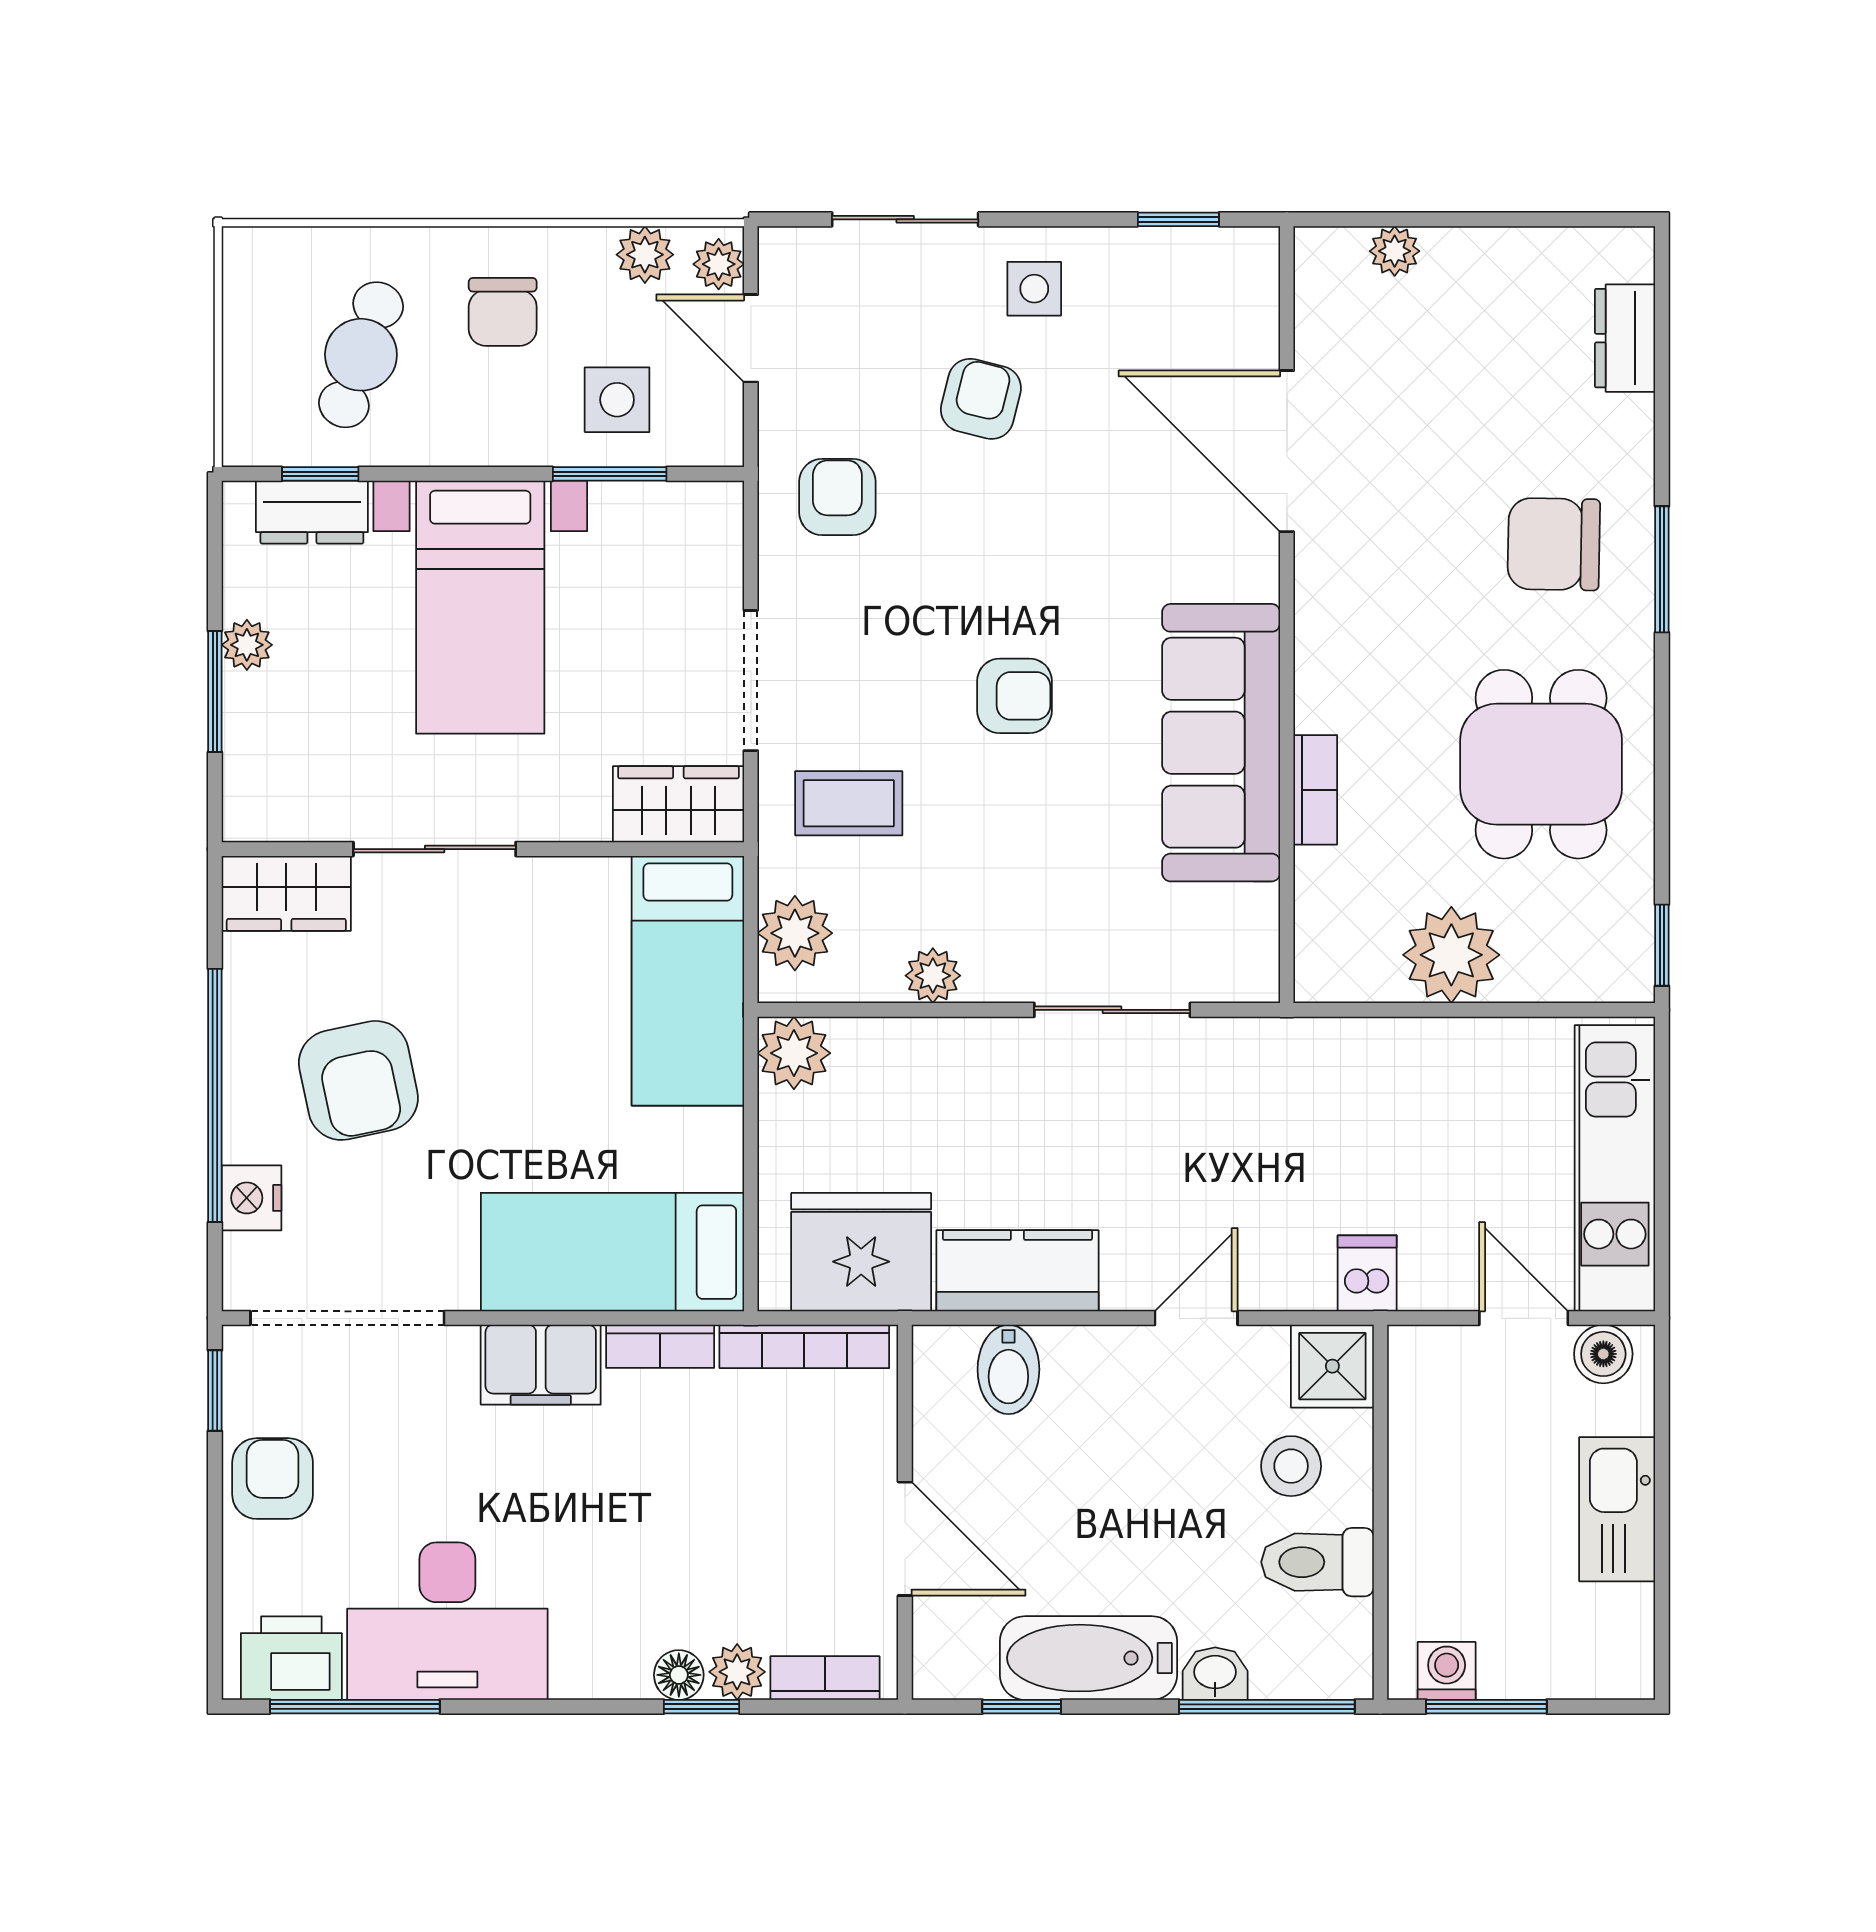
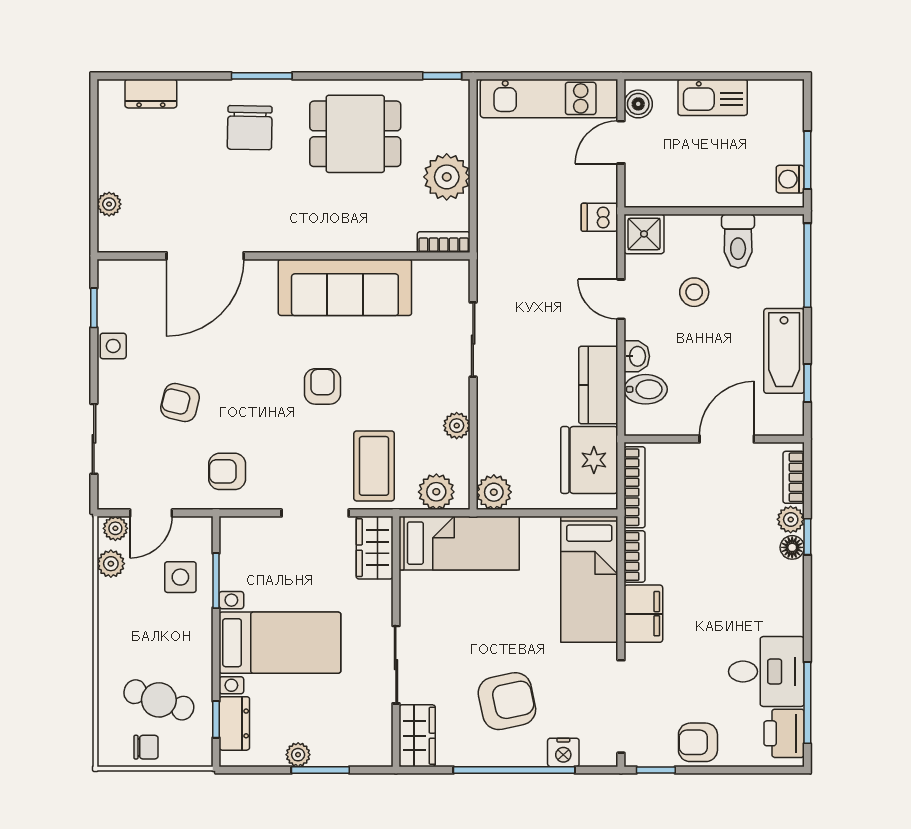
side table: (1034, 289) -> (113, 346), moved
chair: (503, 312) -> (146, 747), moved, width x0.73, depth x0.73
bookcase: (1315, 790) -> (444, 242), moved
coffee table: (849, 803) -> (374, 466), width x1.36, depth x1.30
stool: (1291, 1466) -> (694, 292), moved
desk: (447, 1621) -> (766, 672), width x0.73
washbasin: (1215, 1674) -> (637, 356), moved, turned 180

